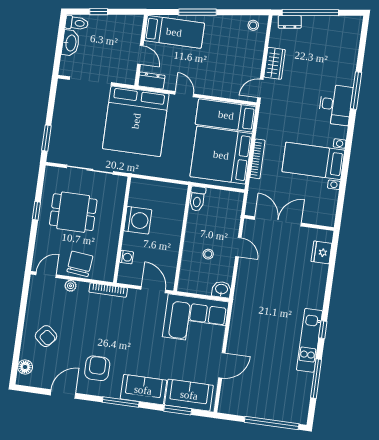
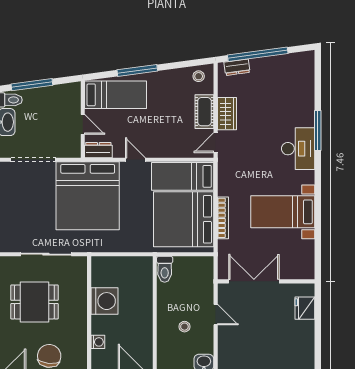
window: (99, 12) -> (32, 85), width x2.17
cot: (254, 59) -> (204, 112), added

